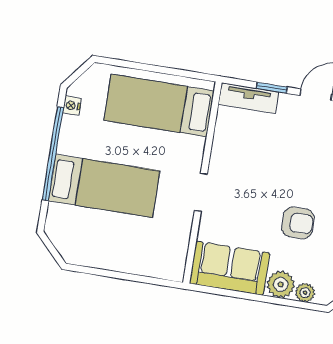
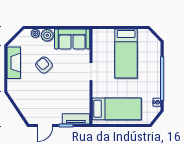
bed: (104, 186) -> (126, 53), moved, turned -90
armchair: (298, 223) -> (44, 65), turned 48

